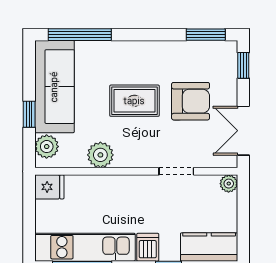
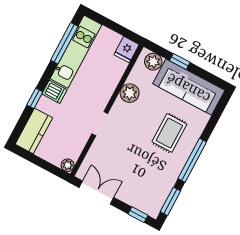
window: (80, 35) -> (192, 160), moved
rug: (134, 101) -> (169, 133), moved
armchair: (191, 101) -> (133, 169), removed
doorway: (176, 171) -> (100, 124), moved

